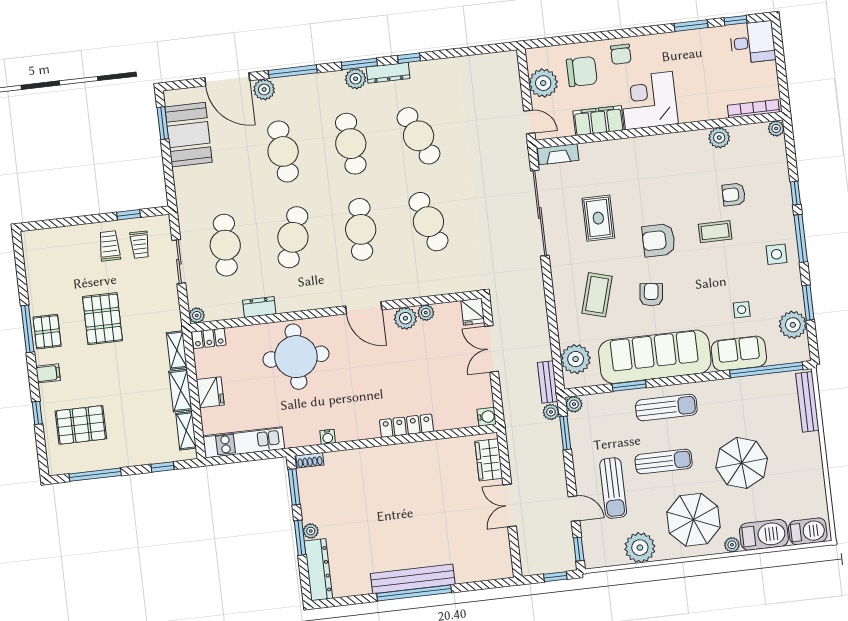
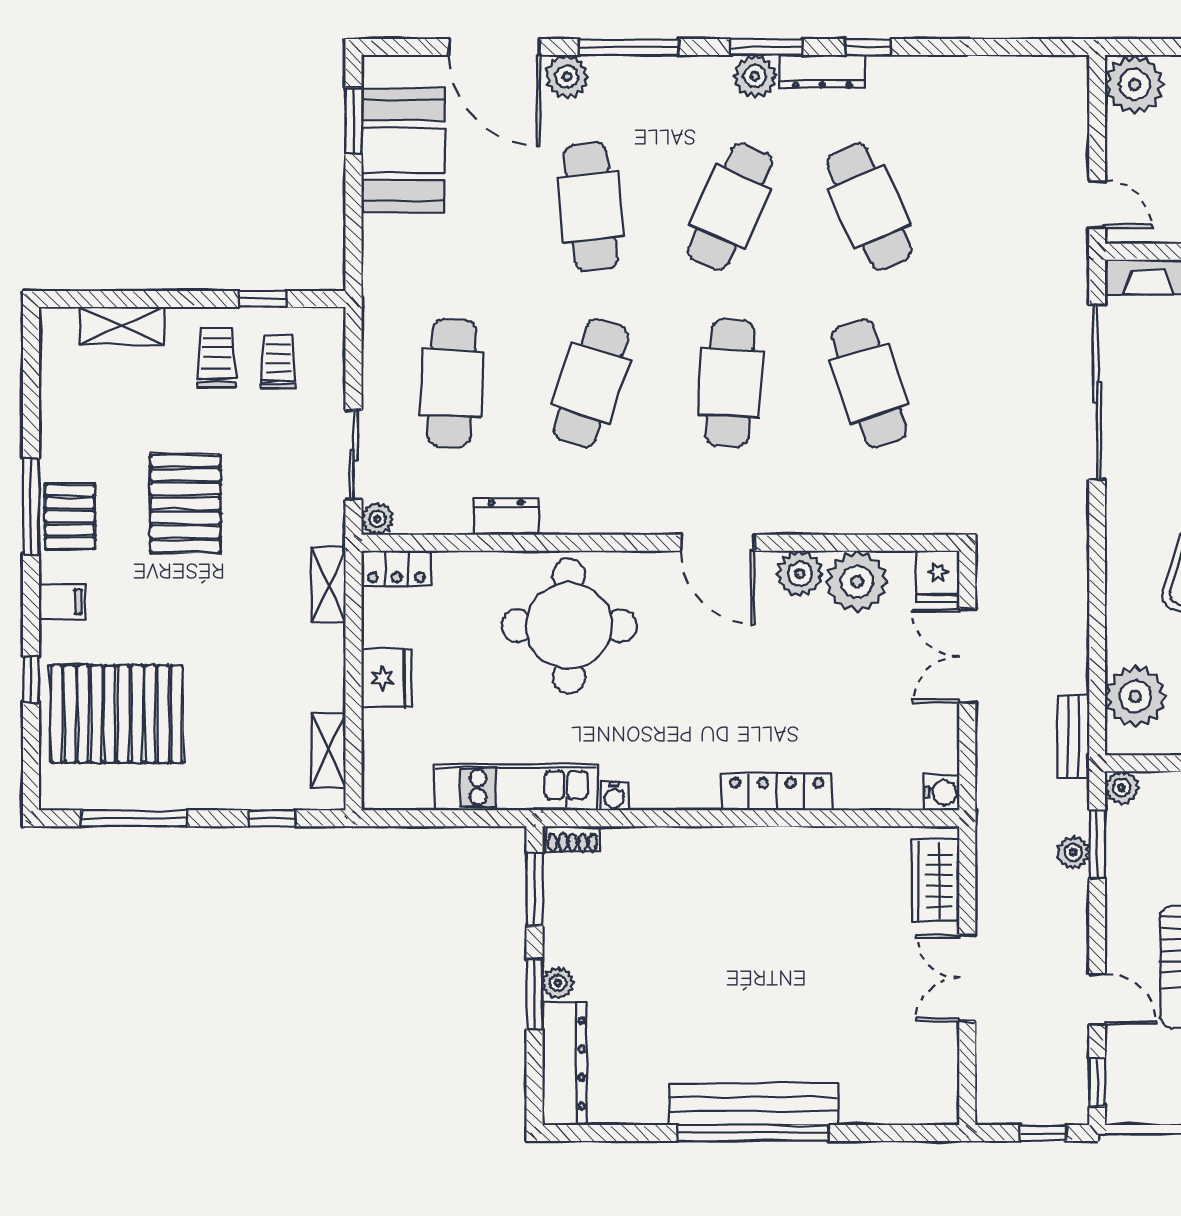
plant: (543, 83) -> (1135, 84), moved
cafe table: (351, 144) -> (730, 207), turned 30
trolley: (140, 245) -> (278, 362), turned 180
sliding door: (179, 262) -> (354, 455), moved
plant: (426, 313) -> (857, 582), width x1.87, depth x1.87
shelving: (181, 391) -> (122, 326), moved, turned 90
plant: (551, 412) -> (1073, 852), moved
pallet: (81, 425) -> (117, 714), width x1.37, depth x1.41
kitchen unit: (244, 442) -> (515, 787), moved

